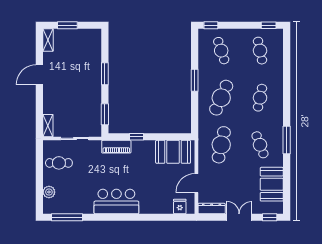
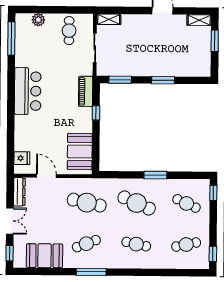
cafe table: (221, 51) -> (186, 203), turned 42

